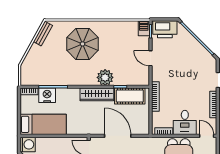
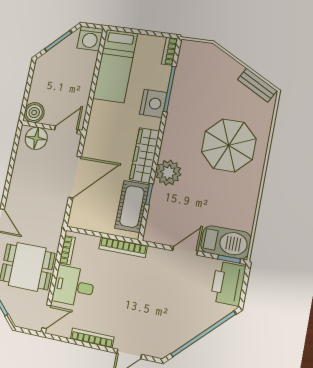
barbecue: (144, 28) -> (226, 242), width x1.88, depth x1.53
nightstand: (47, 95) -> (153, 103), moved

